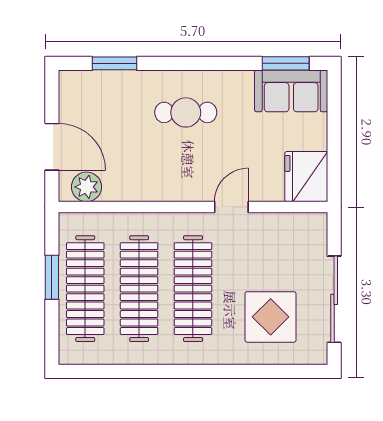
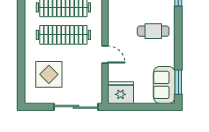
cafe table: (186, 112) -> (153, 31), turned 90
sliding door: (334, 299) -> (76, 107), moved

